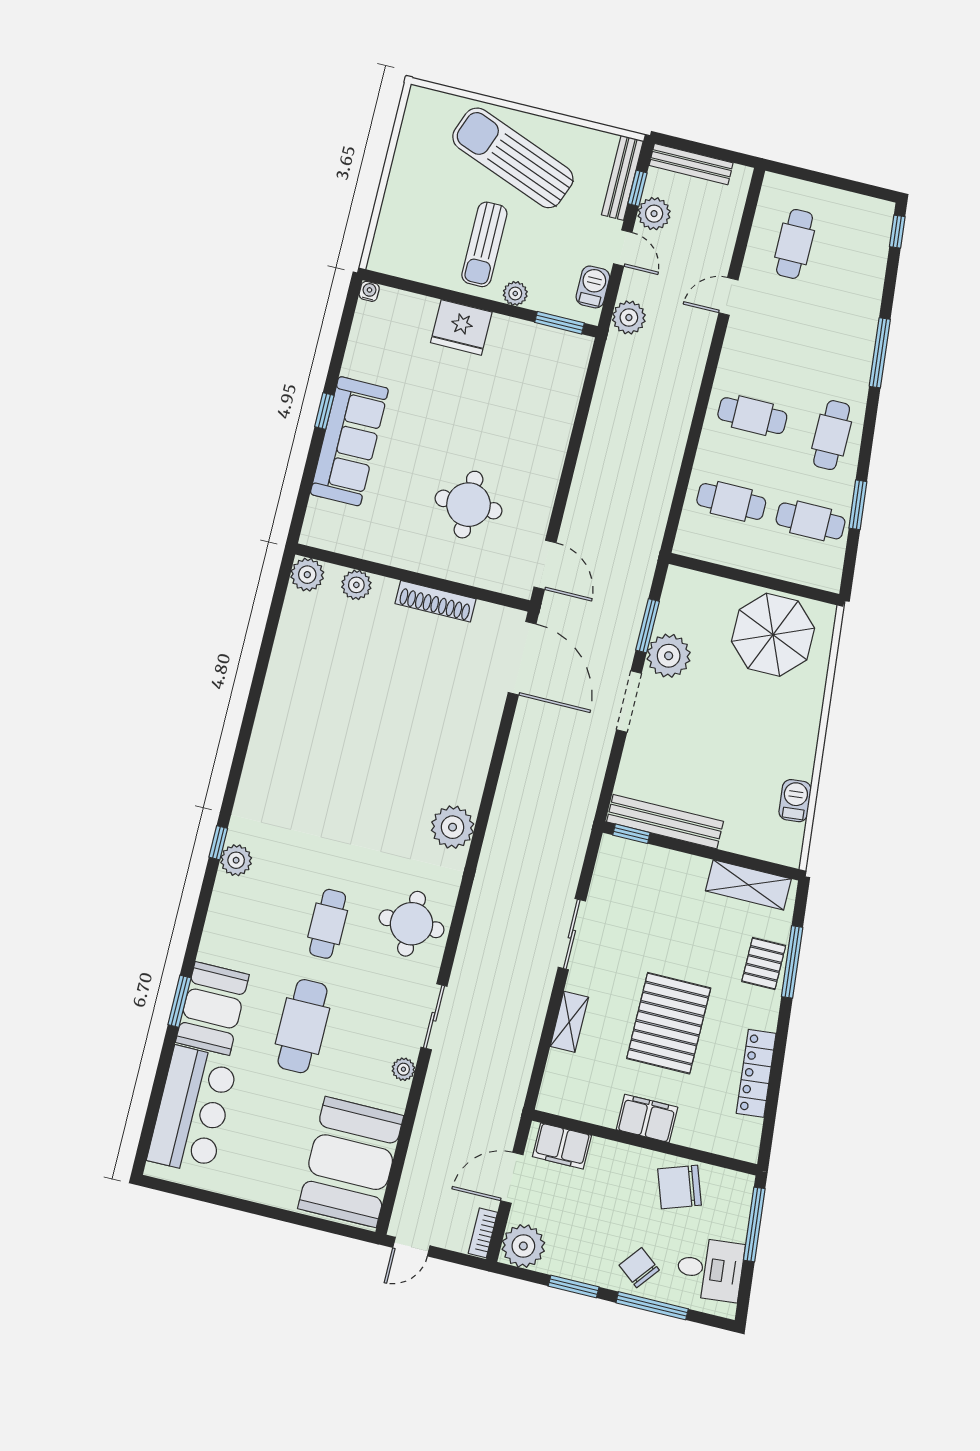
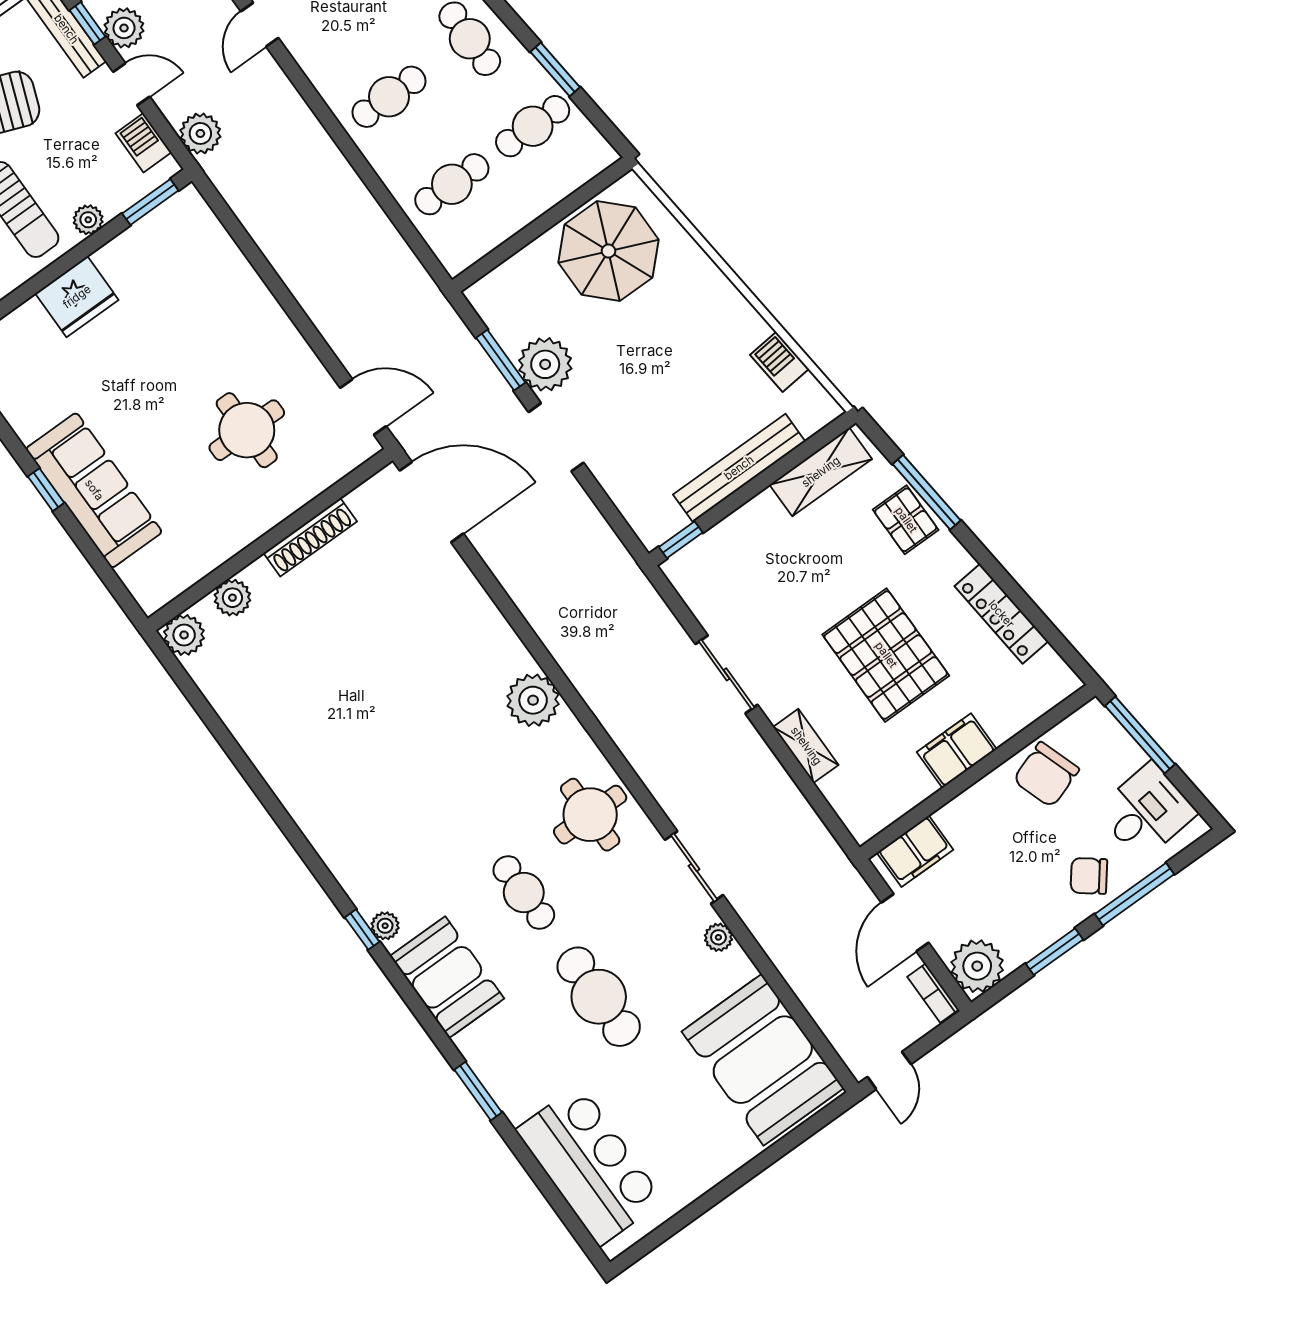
bench: (665, 822) -> (739, 468), moved
plant: (236, 860) -> (385, 926), width x0.73, depth x0.73
booth: (212, 1008) -> (447, 977), moved

